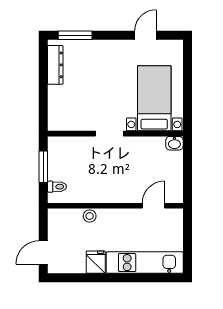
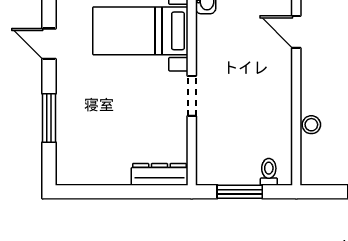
window: (75, 35) -> (49, 118), moved
dresser: (55, 65) -> (159, 174), moved

